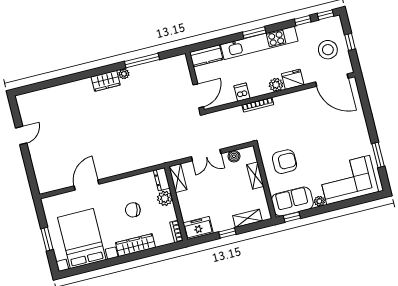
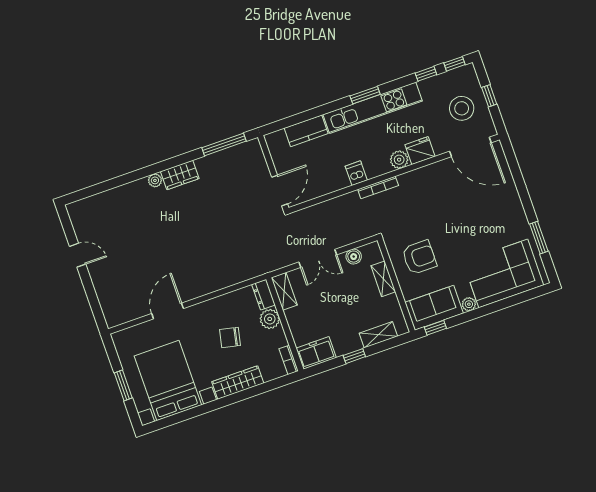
plant: (124, 74) -> (155, 180), moved
wall: (195, 82) -> (273, 173), moved
door: (198, 96) -> (280, 190), moved
door: (21, 135) -> (78, 255), hinge flipped

